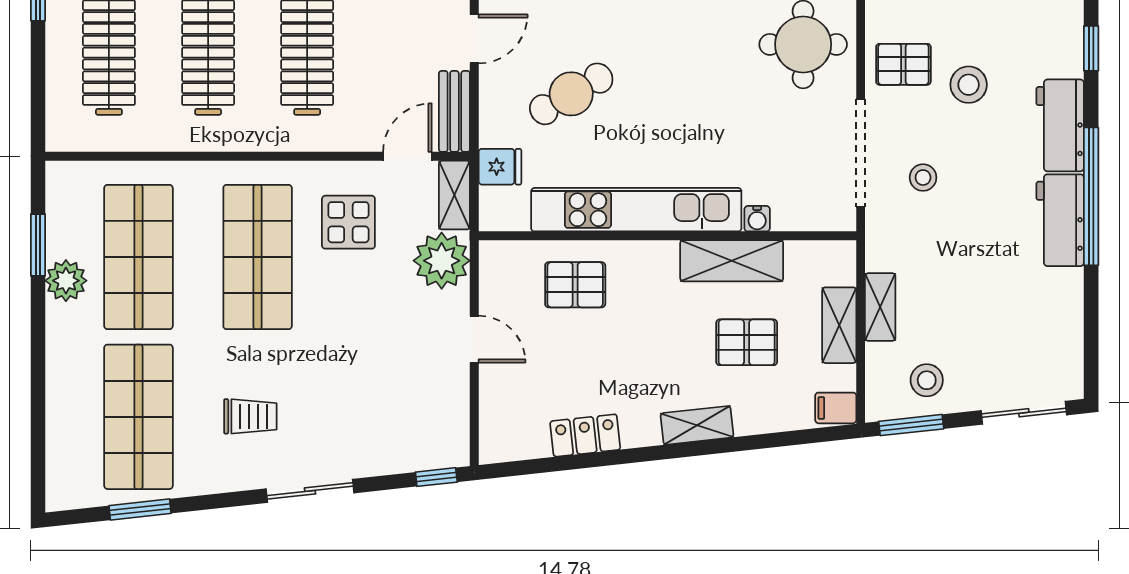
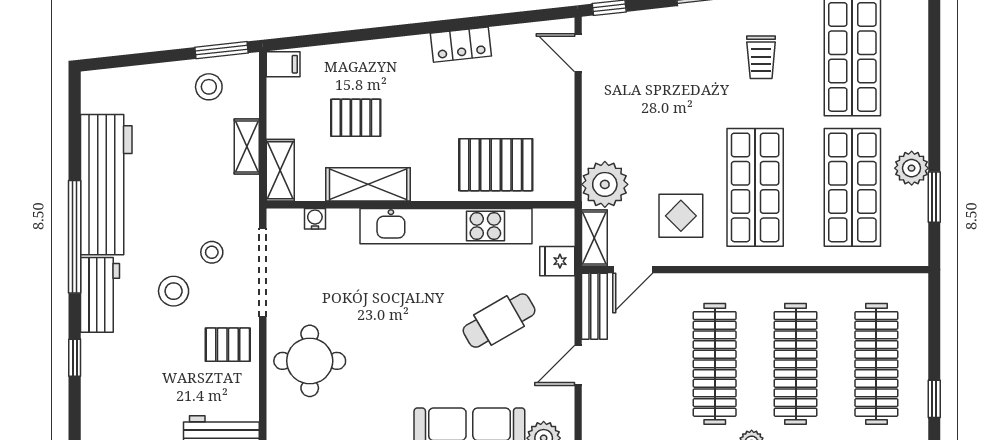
stool: (969, 85) -> (174, 291), moved
water cooler: (757, 219) -> (315, 219), moved
workbench: (1060, 220) -> (106, 185), width x1.88, depth x1.32
pallet: (575, 285) -> (496, 165), width x1.50, depth x1.42
shelving: (839, 325) -> (280, 170), moved
door: (474, 339) -> (578, 53), moved
sliding door: (1024, 413) -> (129, 60), removed
trolley: (250, 416) -> (761, 57), turned -90
shelving: (697, 425) -> (396, 50), removed
locker: (585, 435) -> (461, 45), moved

